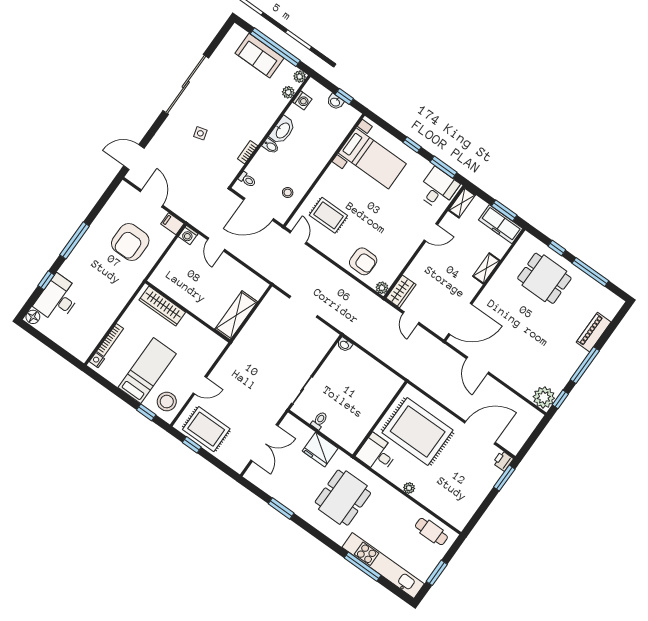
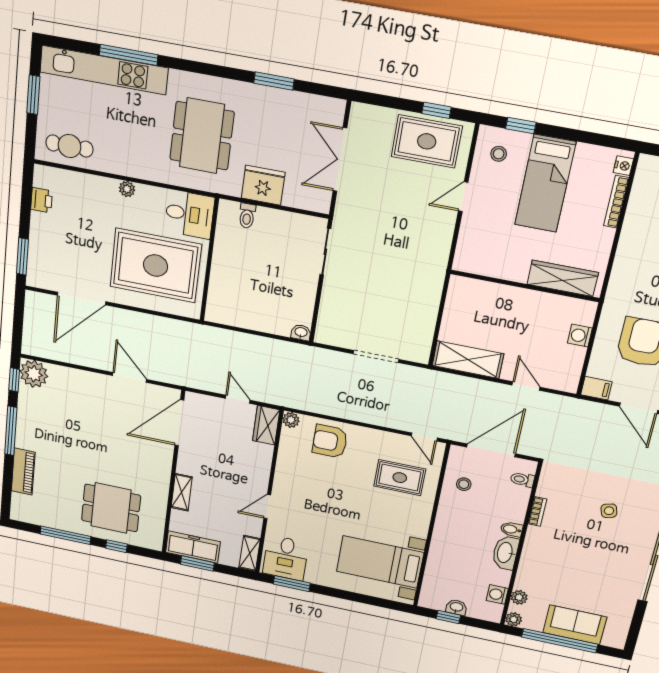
window: (412, 145) -> (341, 594), removed
washing machine: (188, 235) -> (580, 336), moved, turned -90
shelving: (236, 315) -> (468, 360), moved, turned 90
stool: (167, 402) -> (499, 154), width x0.53, depth x0.53
toilet: (319, 421) -> (247, 216), moved
printer: (503, 461) -> (41, 200), moved

